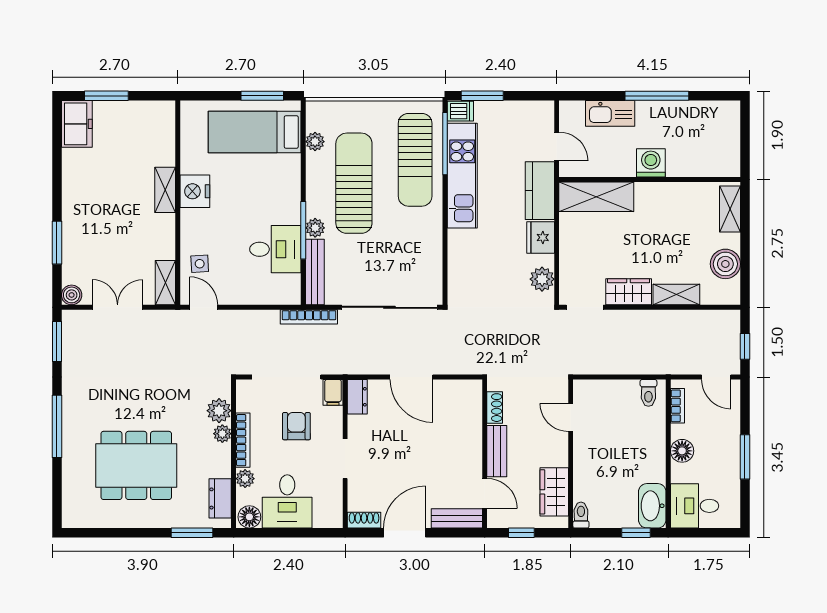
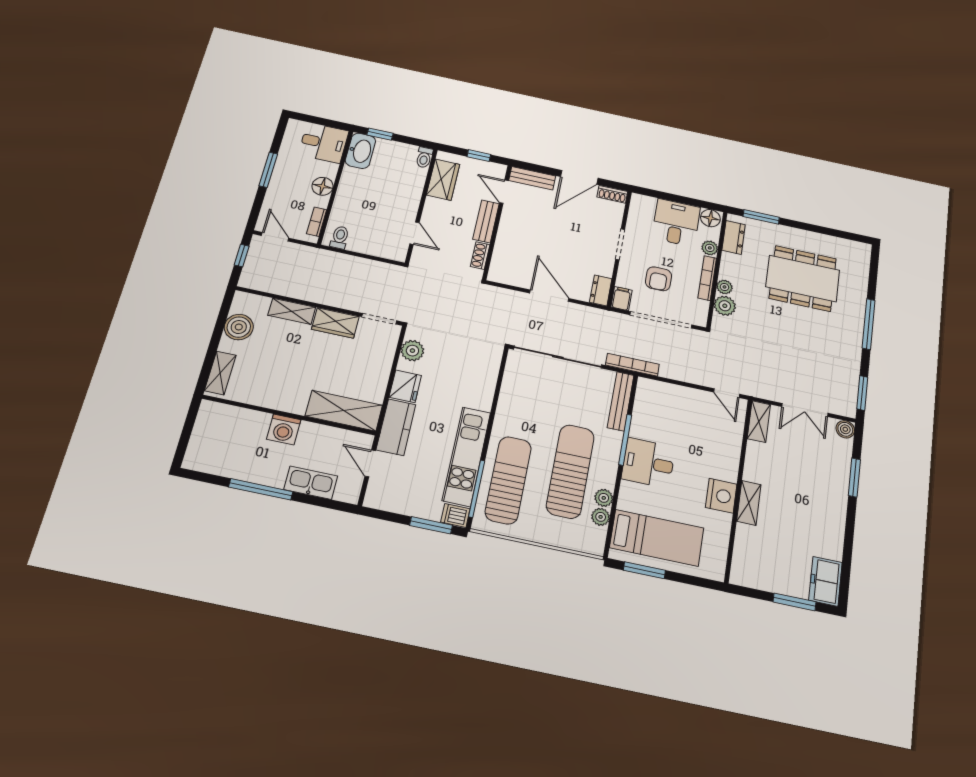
sun lounger: (354, 183) -> (570, 471), turned 180
plant: (315, 228) -> (604, 498), moved
desk: (275, 249) -> (648, 463), moved
side table: (200, 264) -> (725, 431), removed

